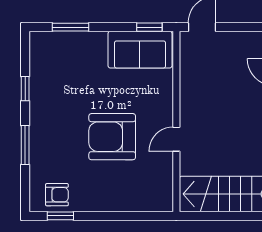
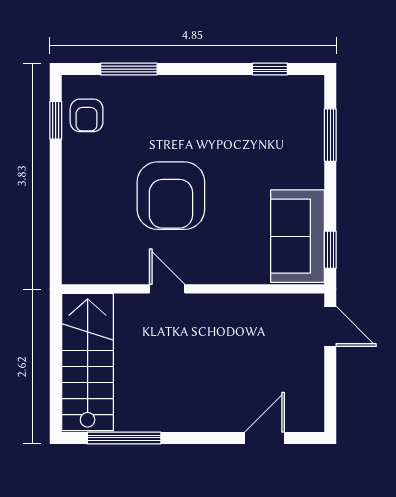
window: (25, 89) -> (270, 69), moved
armchair: (112, 137) -> (171, 196), turned 180
window: (25, 145) -> (129, 69), moved

